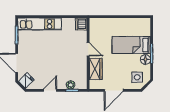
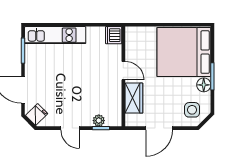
bed: (131, 45) -> (184, 52), width x2.04
door: (50, 90) -> (70, 128), swing flipped

